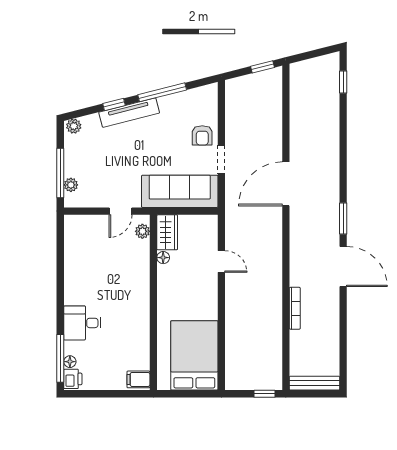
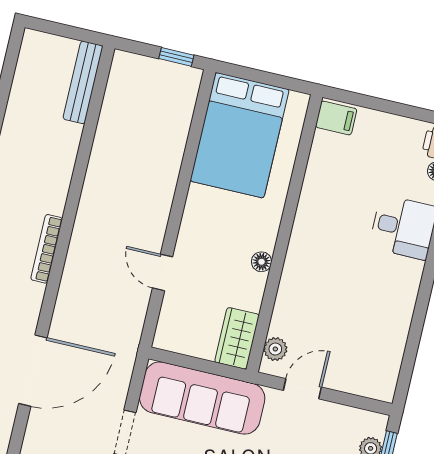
floor lamp: (163, 258) -> (262, 262), moved
bookcase: (295, 308) -> (47, 249), moved
bench: (315, 383) -> (83, 82), moved, turned 90
window: (264, 394) -> (176, 57), moved

